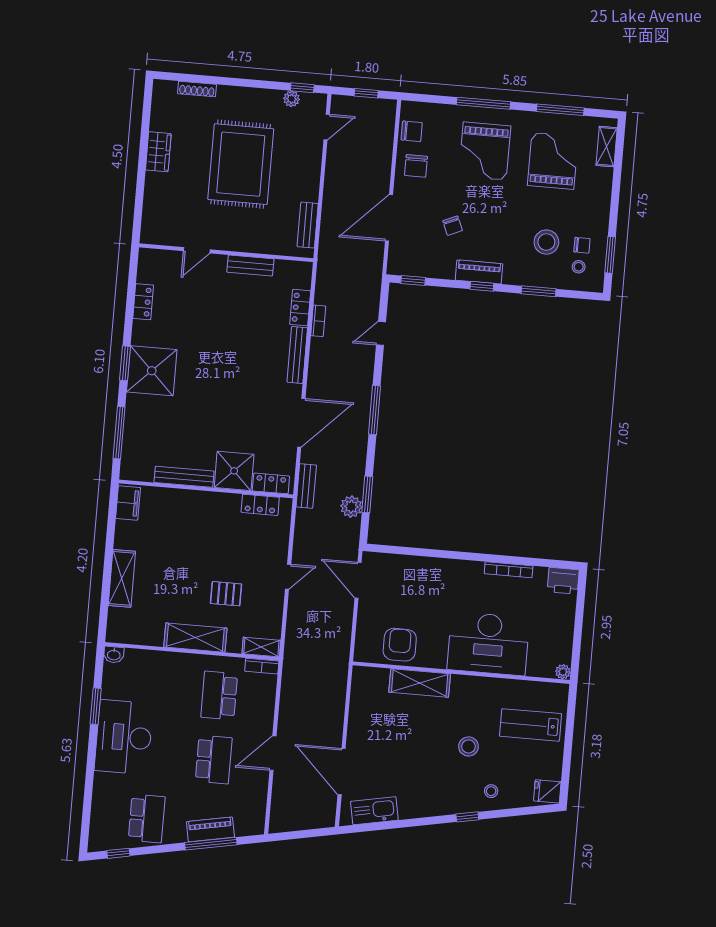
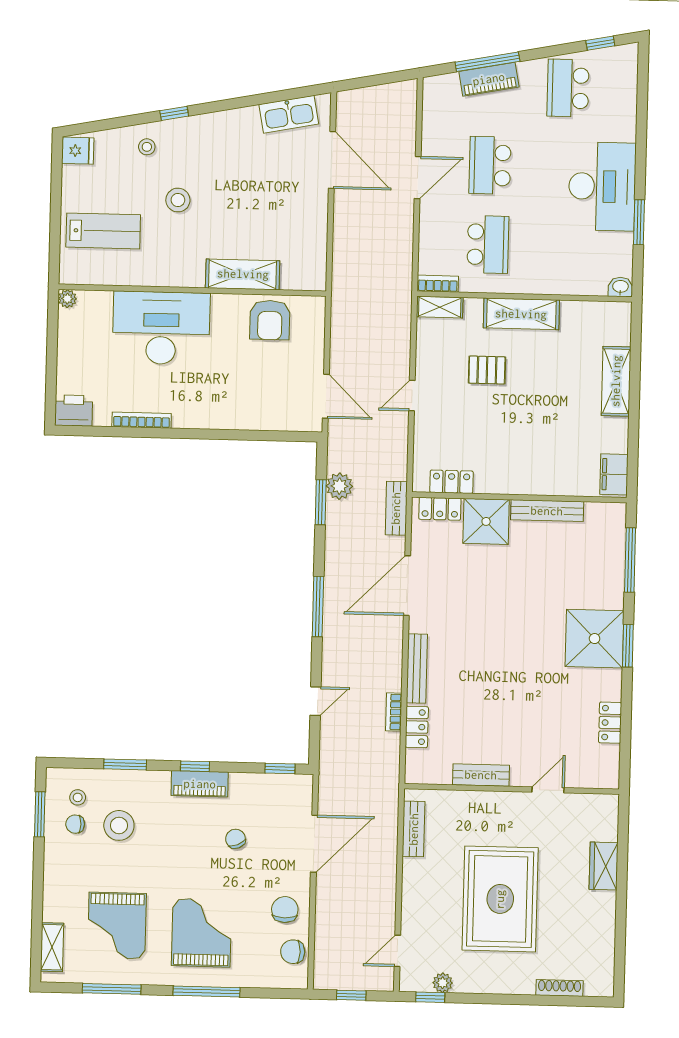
wardrobe: (158, 152) -> (604, 866), moved

